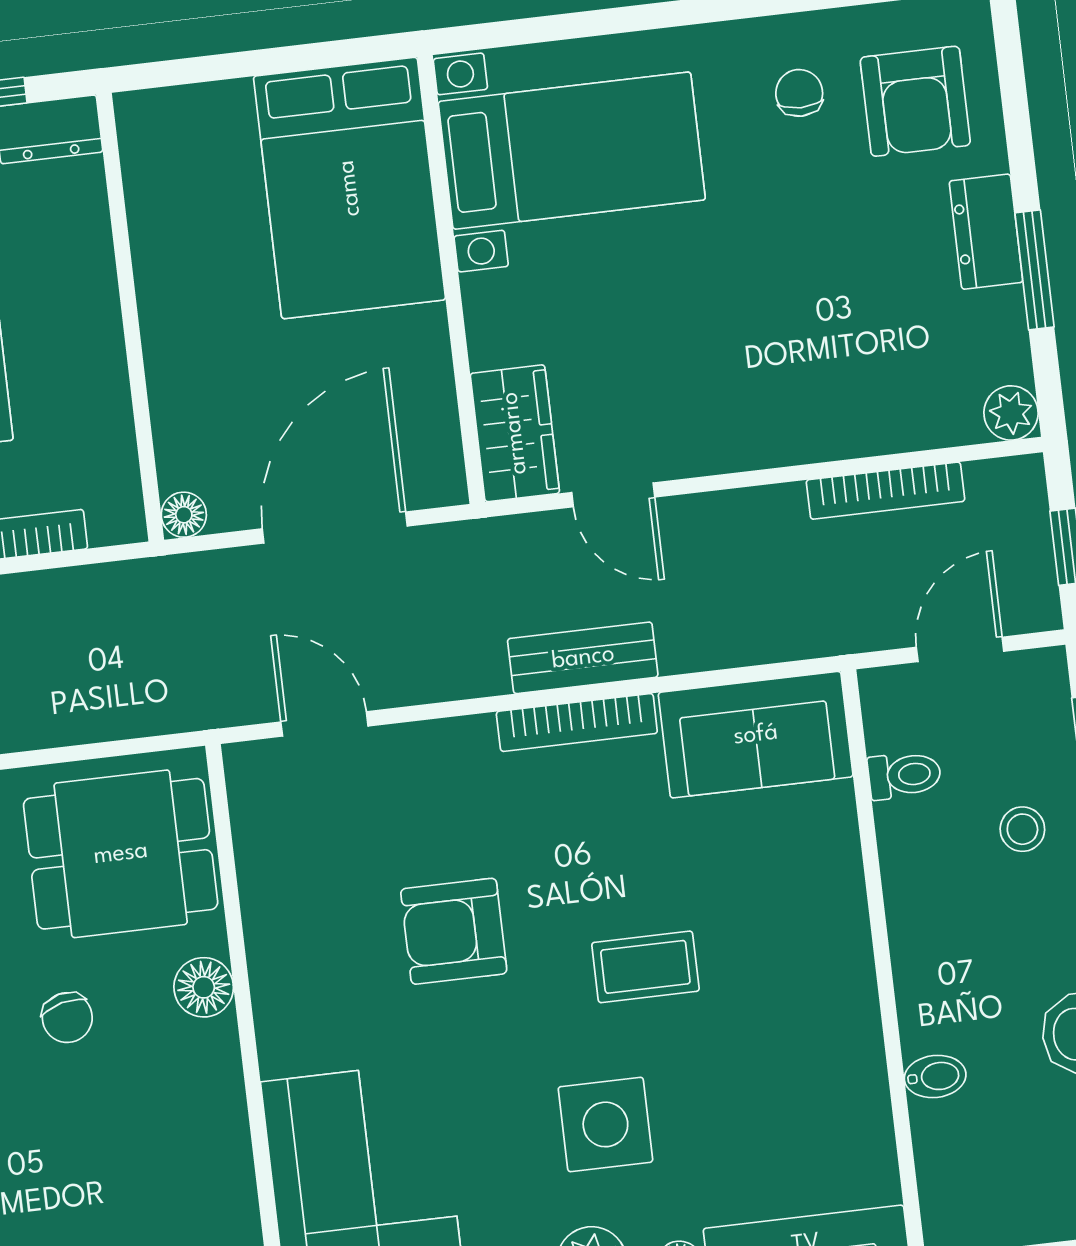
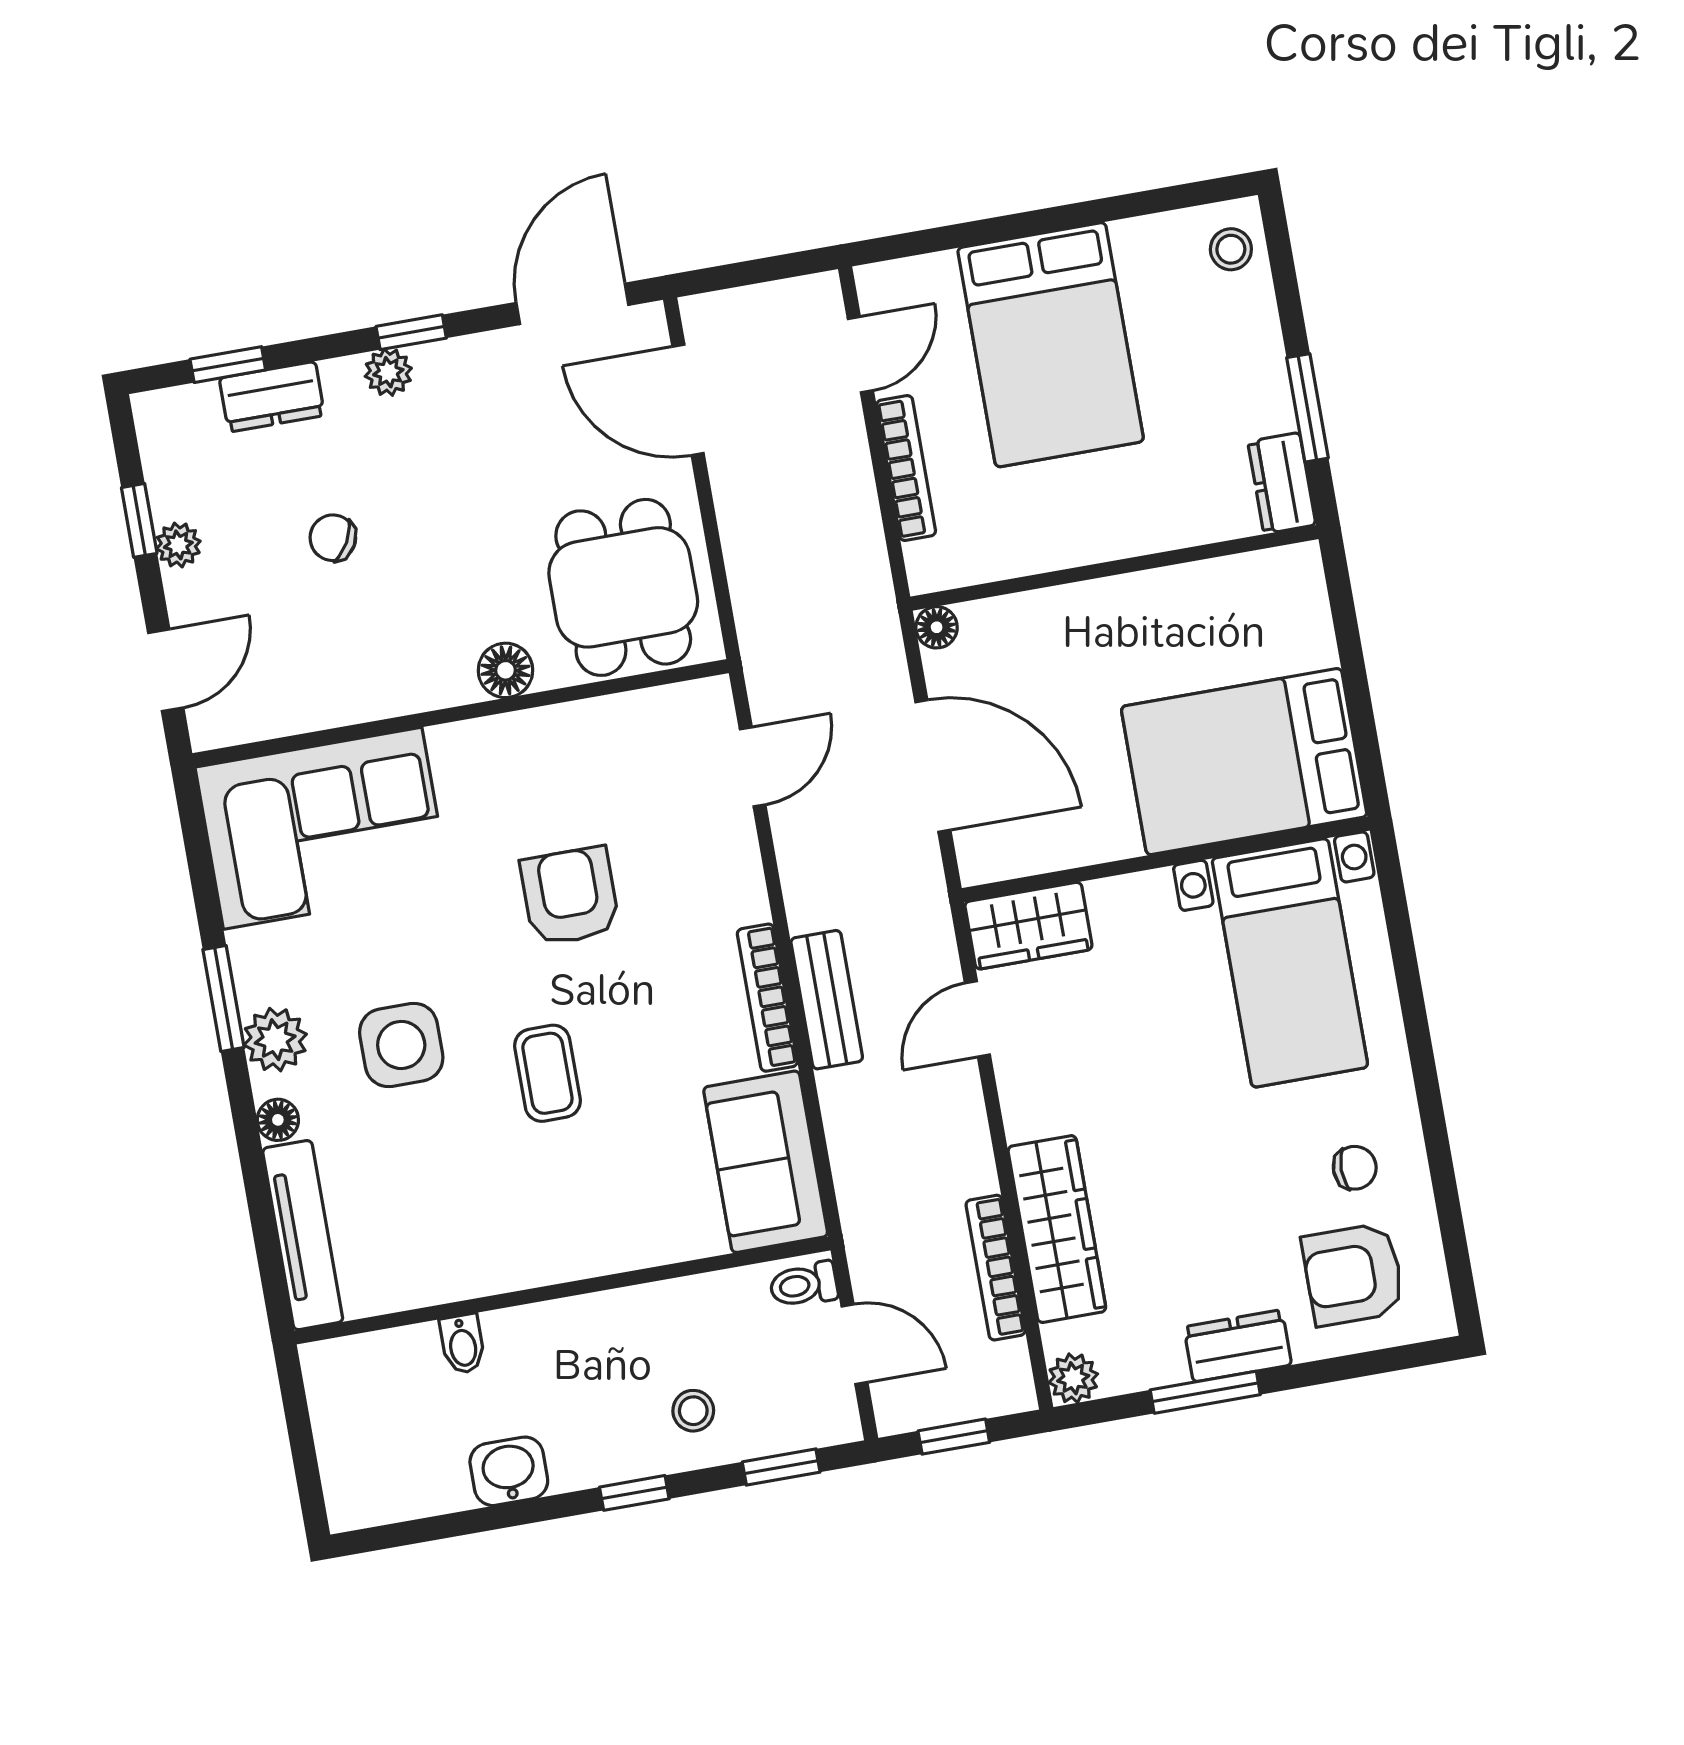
wardrobe: (847, 421) -> (1057, 1229), added
toilet: (904, 775) -> (804, 1285), moved, turned 90
chair: (67, 1018) -> (333, 538), moved, turned 43

